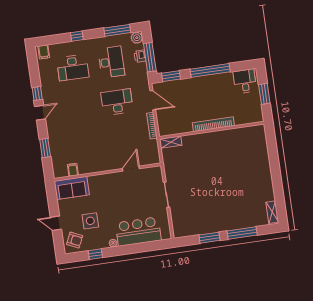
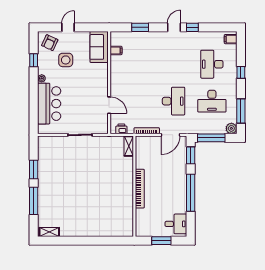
printer: (140, 56) -> (121, 129), moved
door: (40, 113) -> (174, 27), swing flipped

